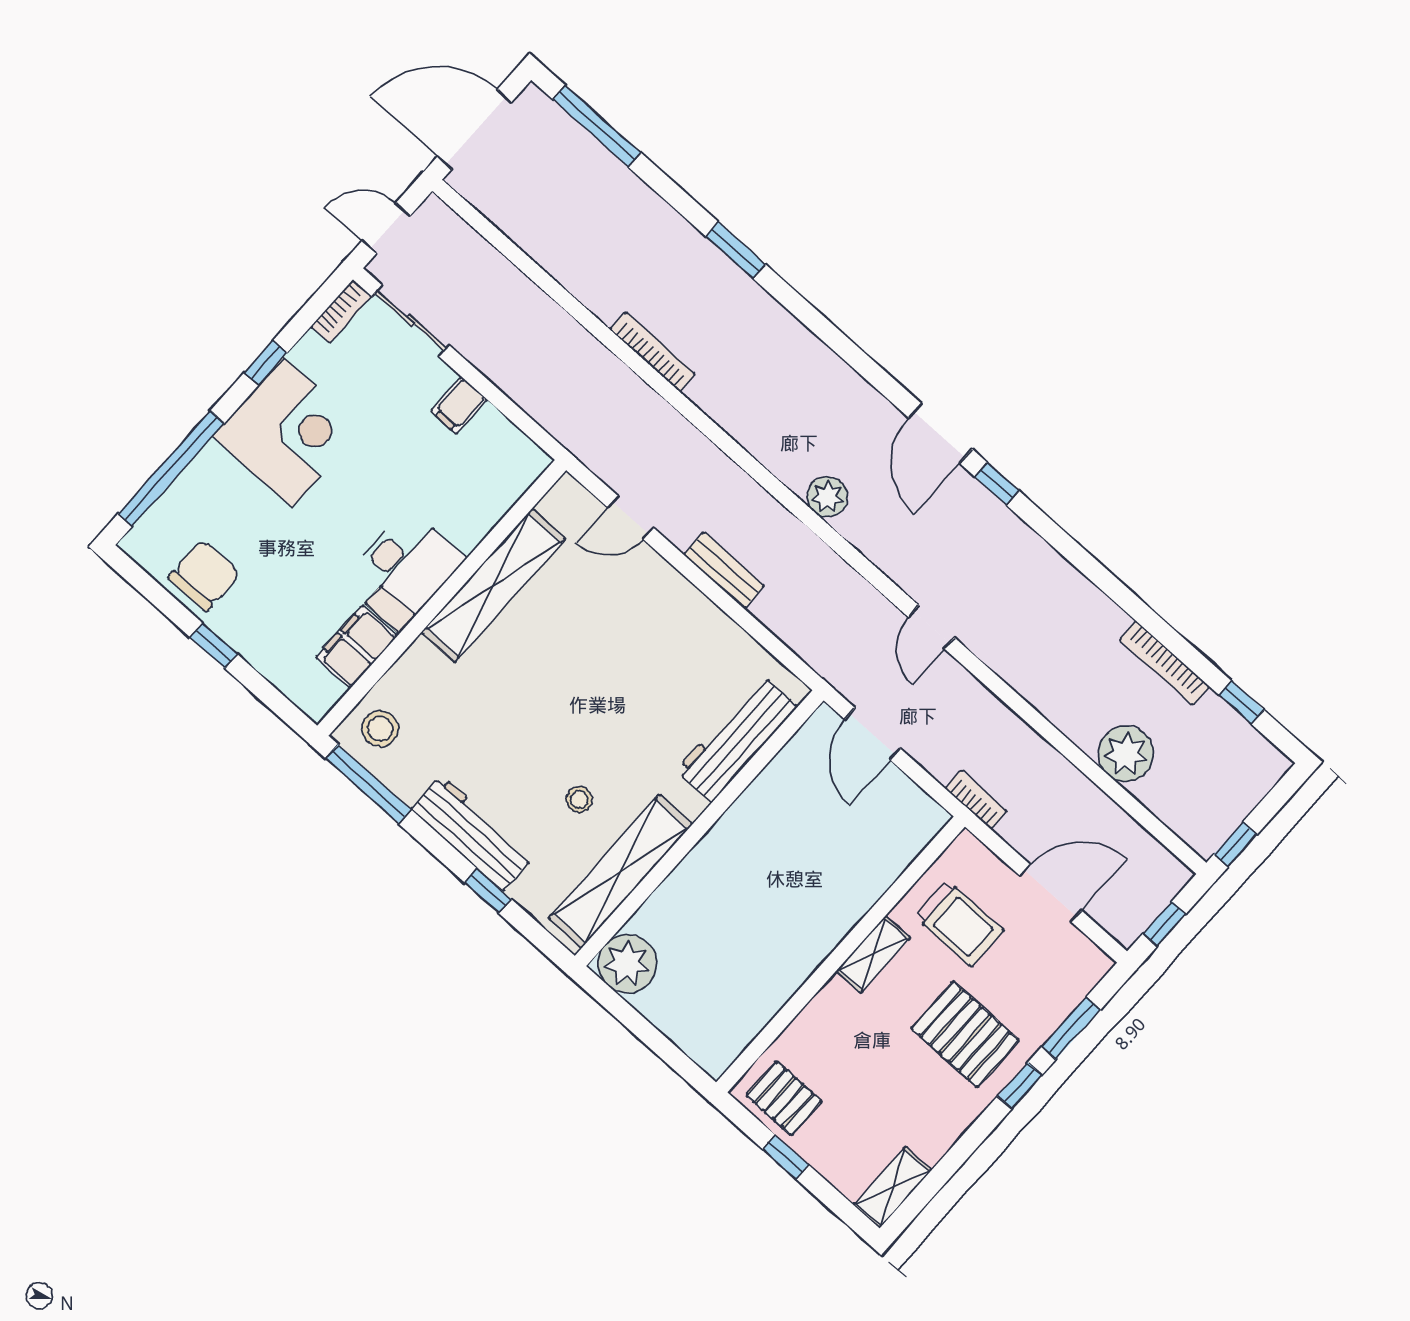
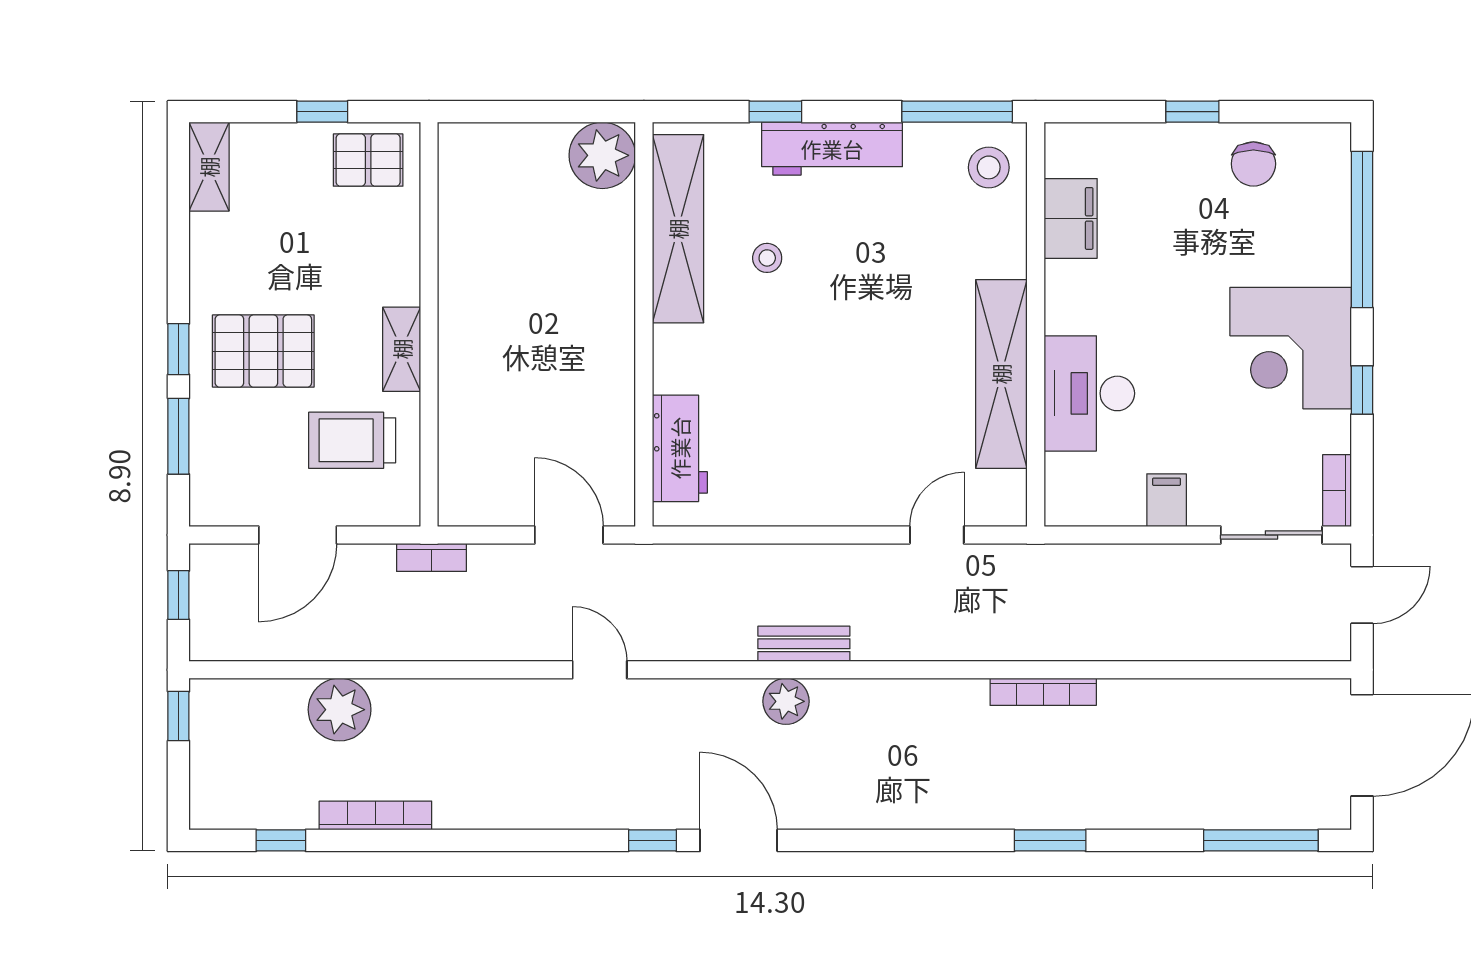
desk: (403, 570) -> (1089, 393), moved
bench: (724, 570) -> (804, 644), moved
chair: (204, 575) -> (1253, 164), width x0.73, depth x0.73
workbench: (737, 739) -> (680, 448), width x0.73

